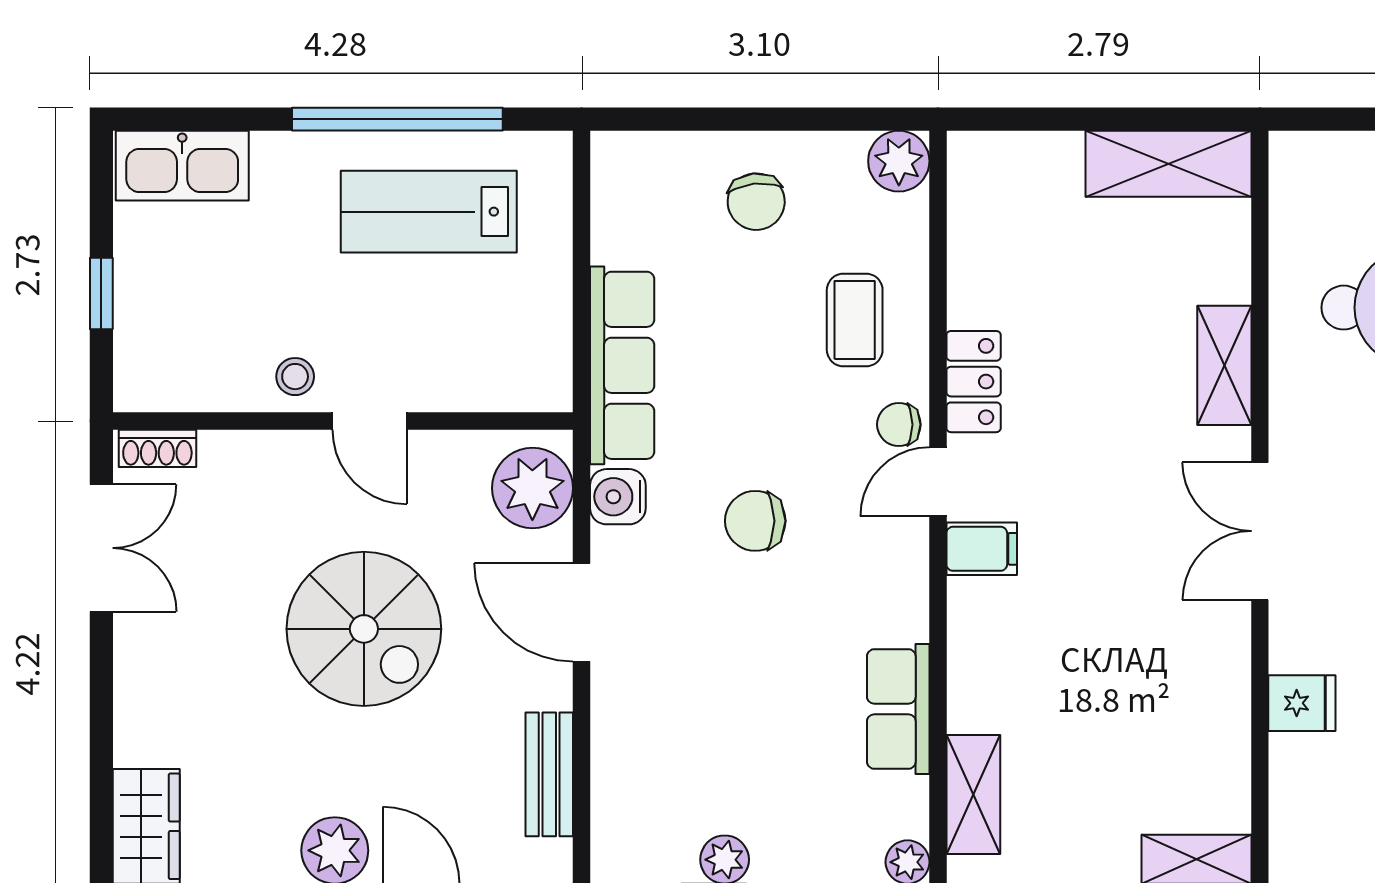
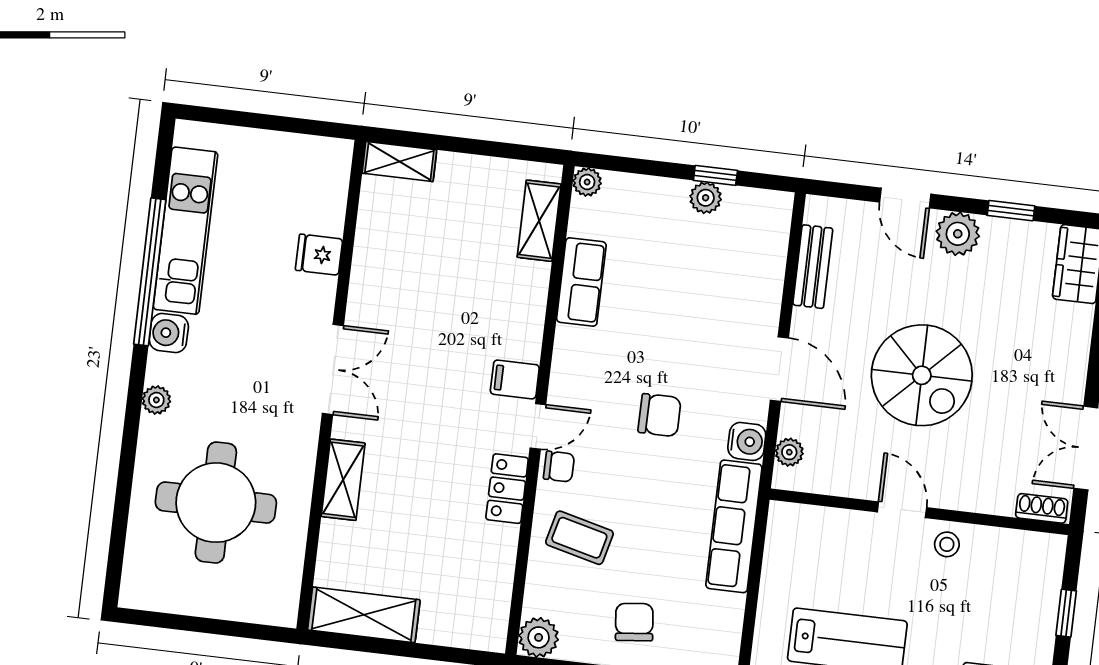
coffee table: (855, 320) -> (579, 538), turned -76
plant: (532, 488) -> (789, 452), width x0.53, depth x0.53
spiral stairs: (364, 629) -> (922, 375), turned 180

